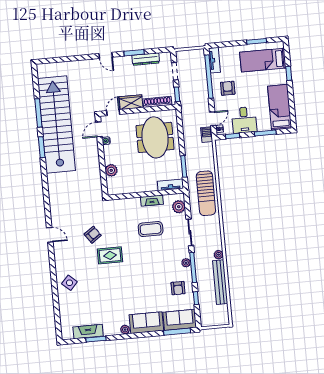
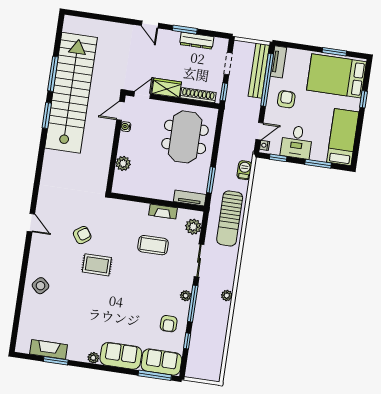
bed: (263, 60) -> (336, 76), width x1.50
barbecue: (207, 135) -> (244, 170), moved
bench: (220, 282) -> (259, 71), moved

